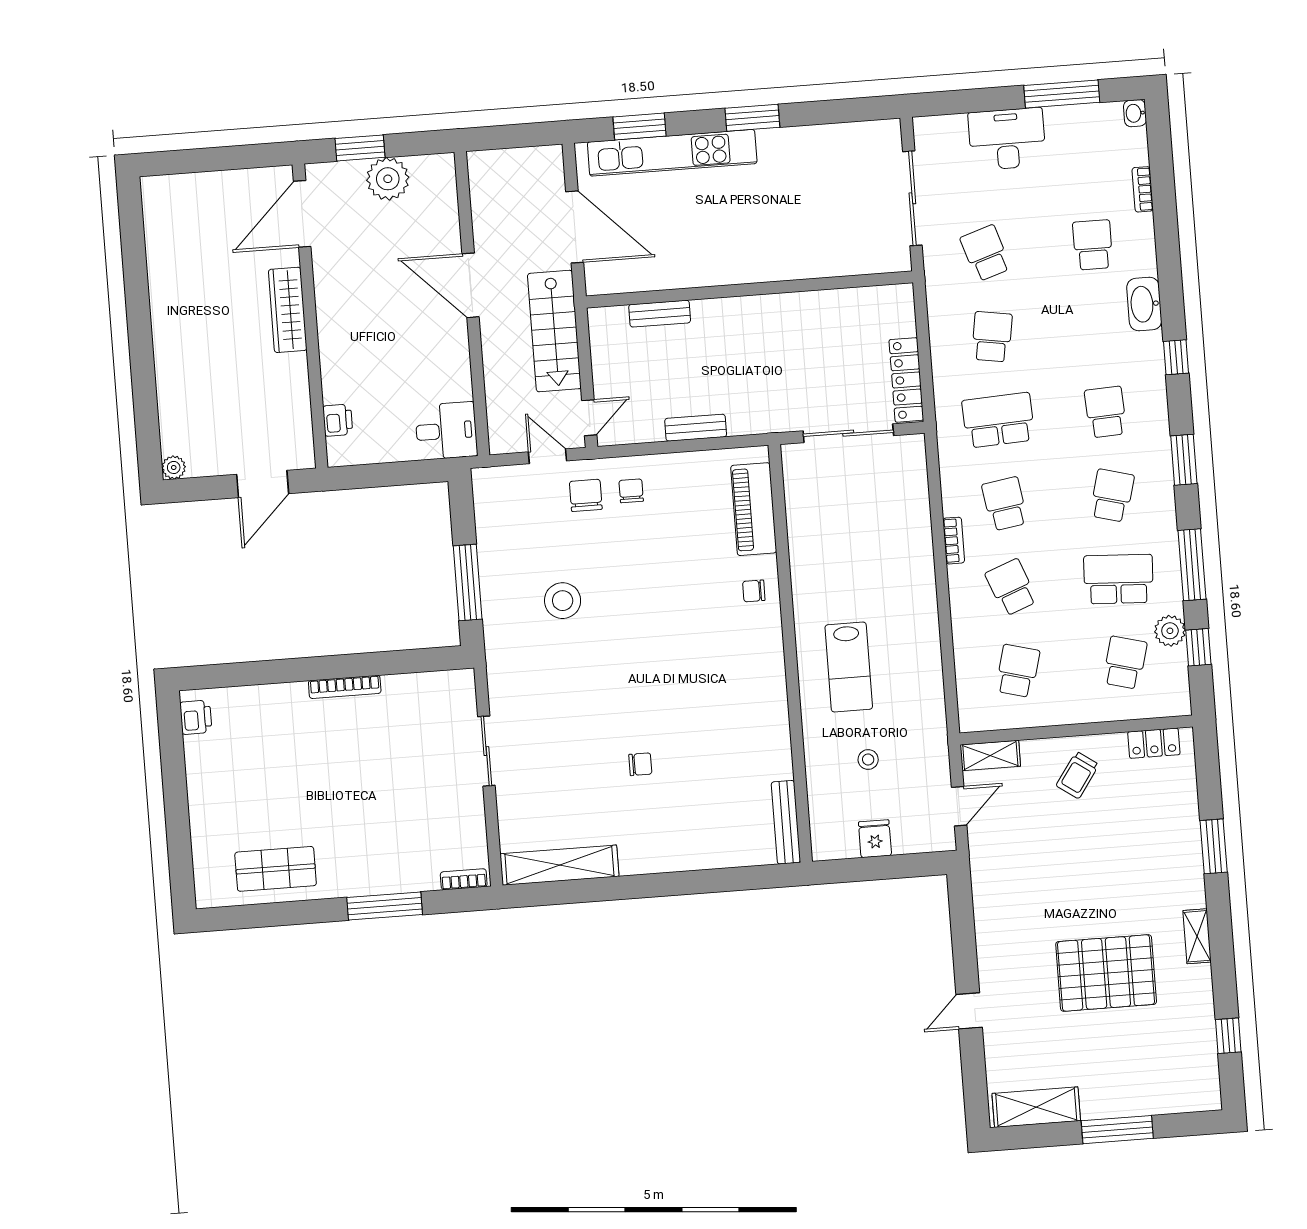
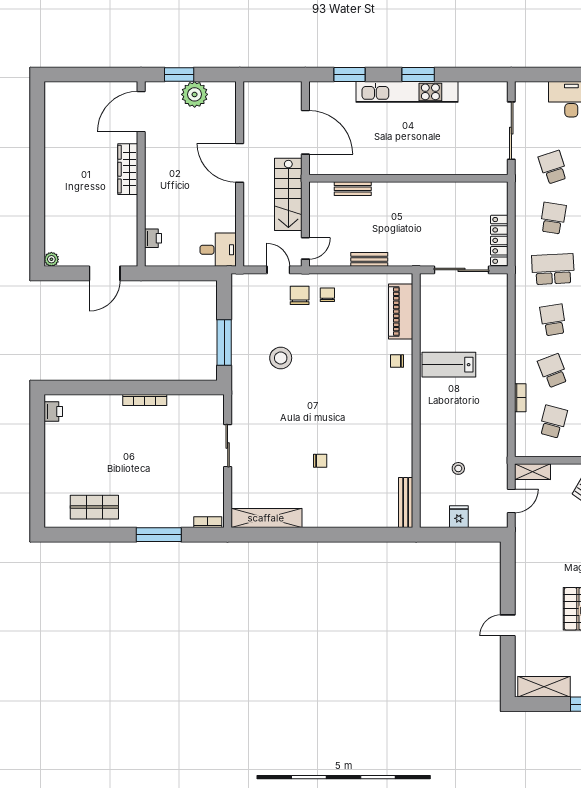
kitchen unit: (672, 153) -> (407, 92), moved
bookcase: (954, 541) -> (520, 398), moved
lab bench: (849, 667) -> (449, 365), moved, turned 90

